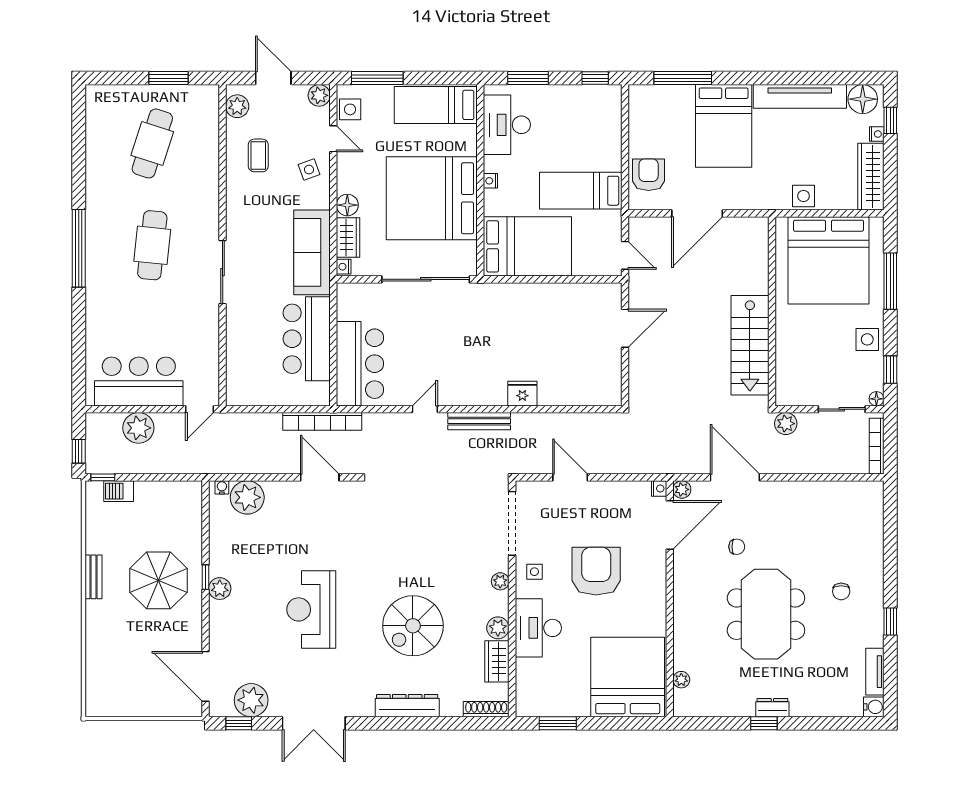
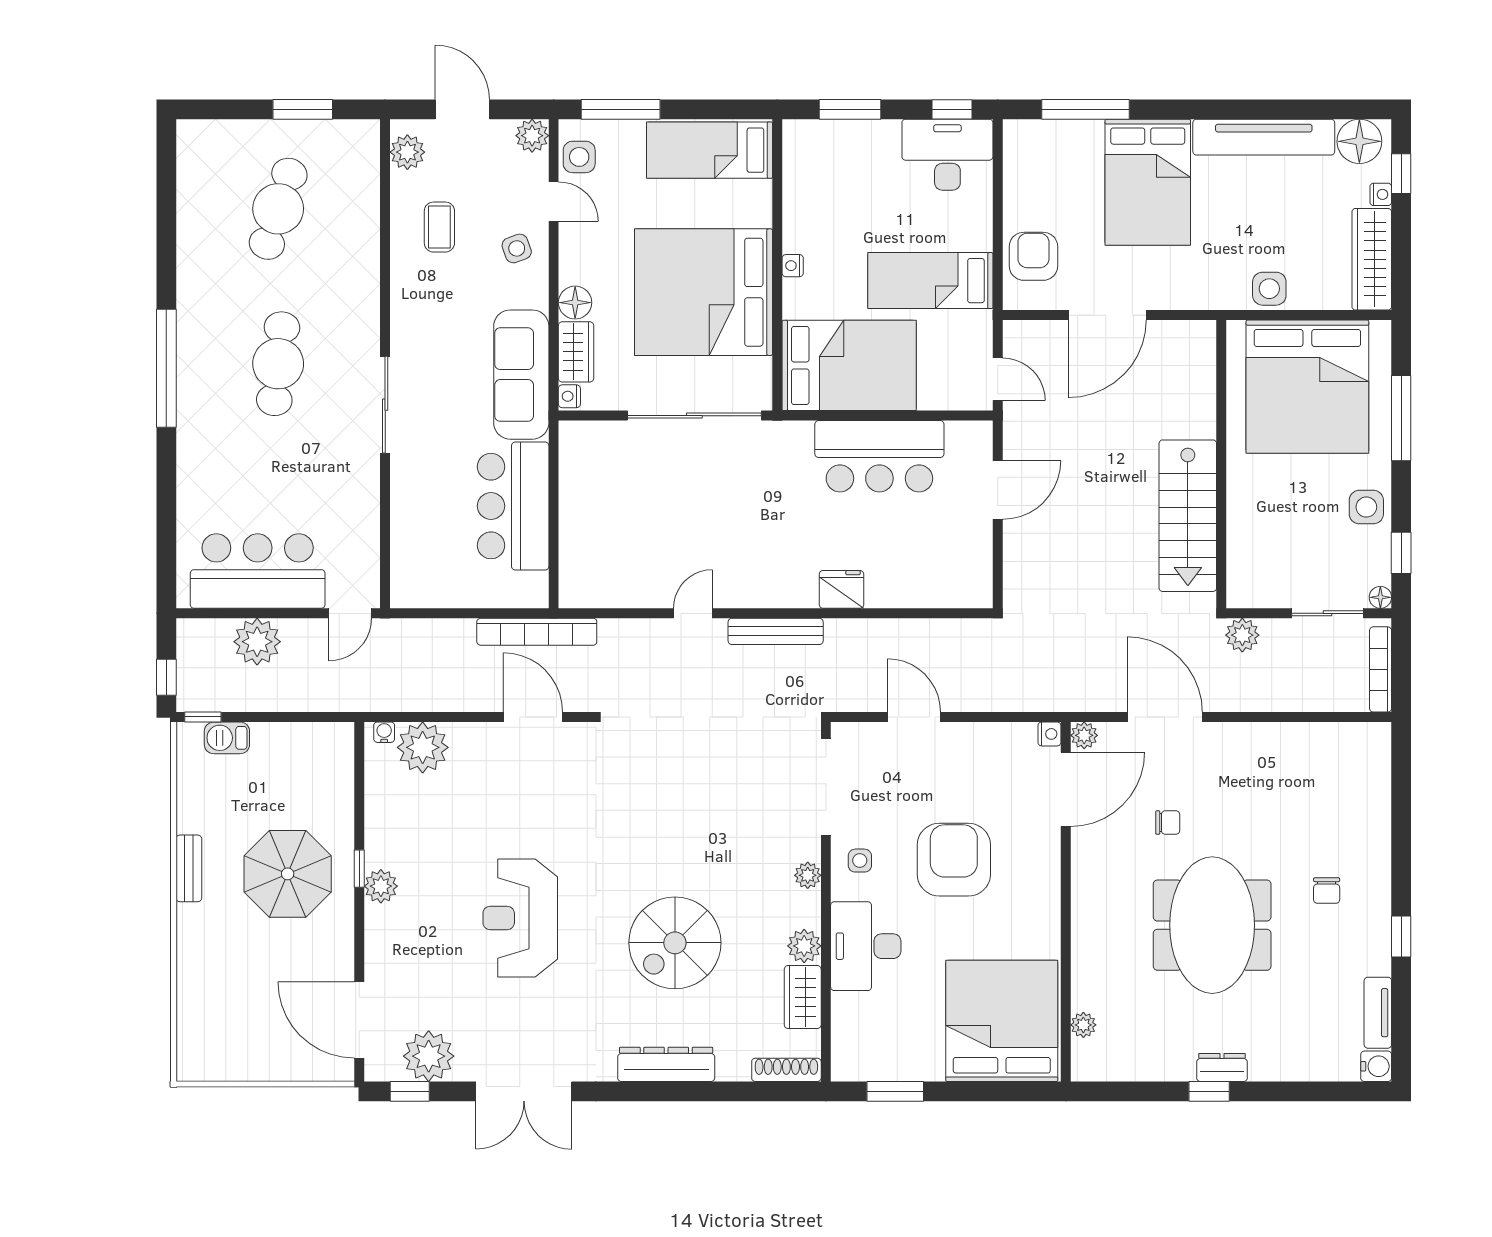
desk: (507, 125) -> (947, 155), moved, turned 90
bar counter: (360, 364) -> (879, 456), moved, turned 90

